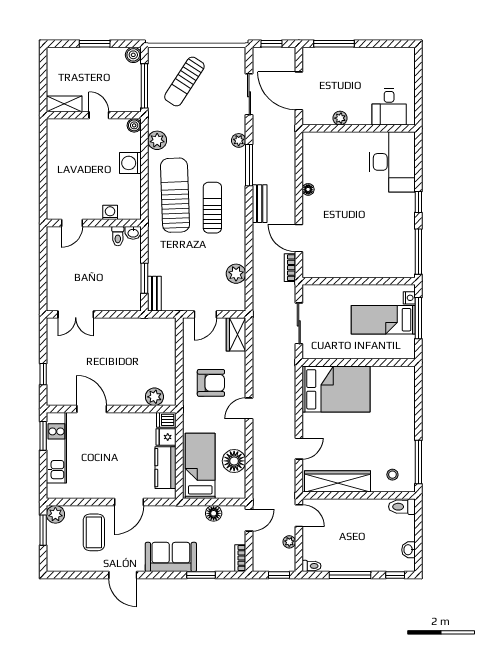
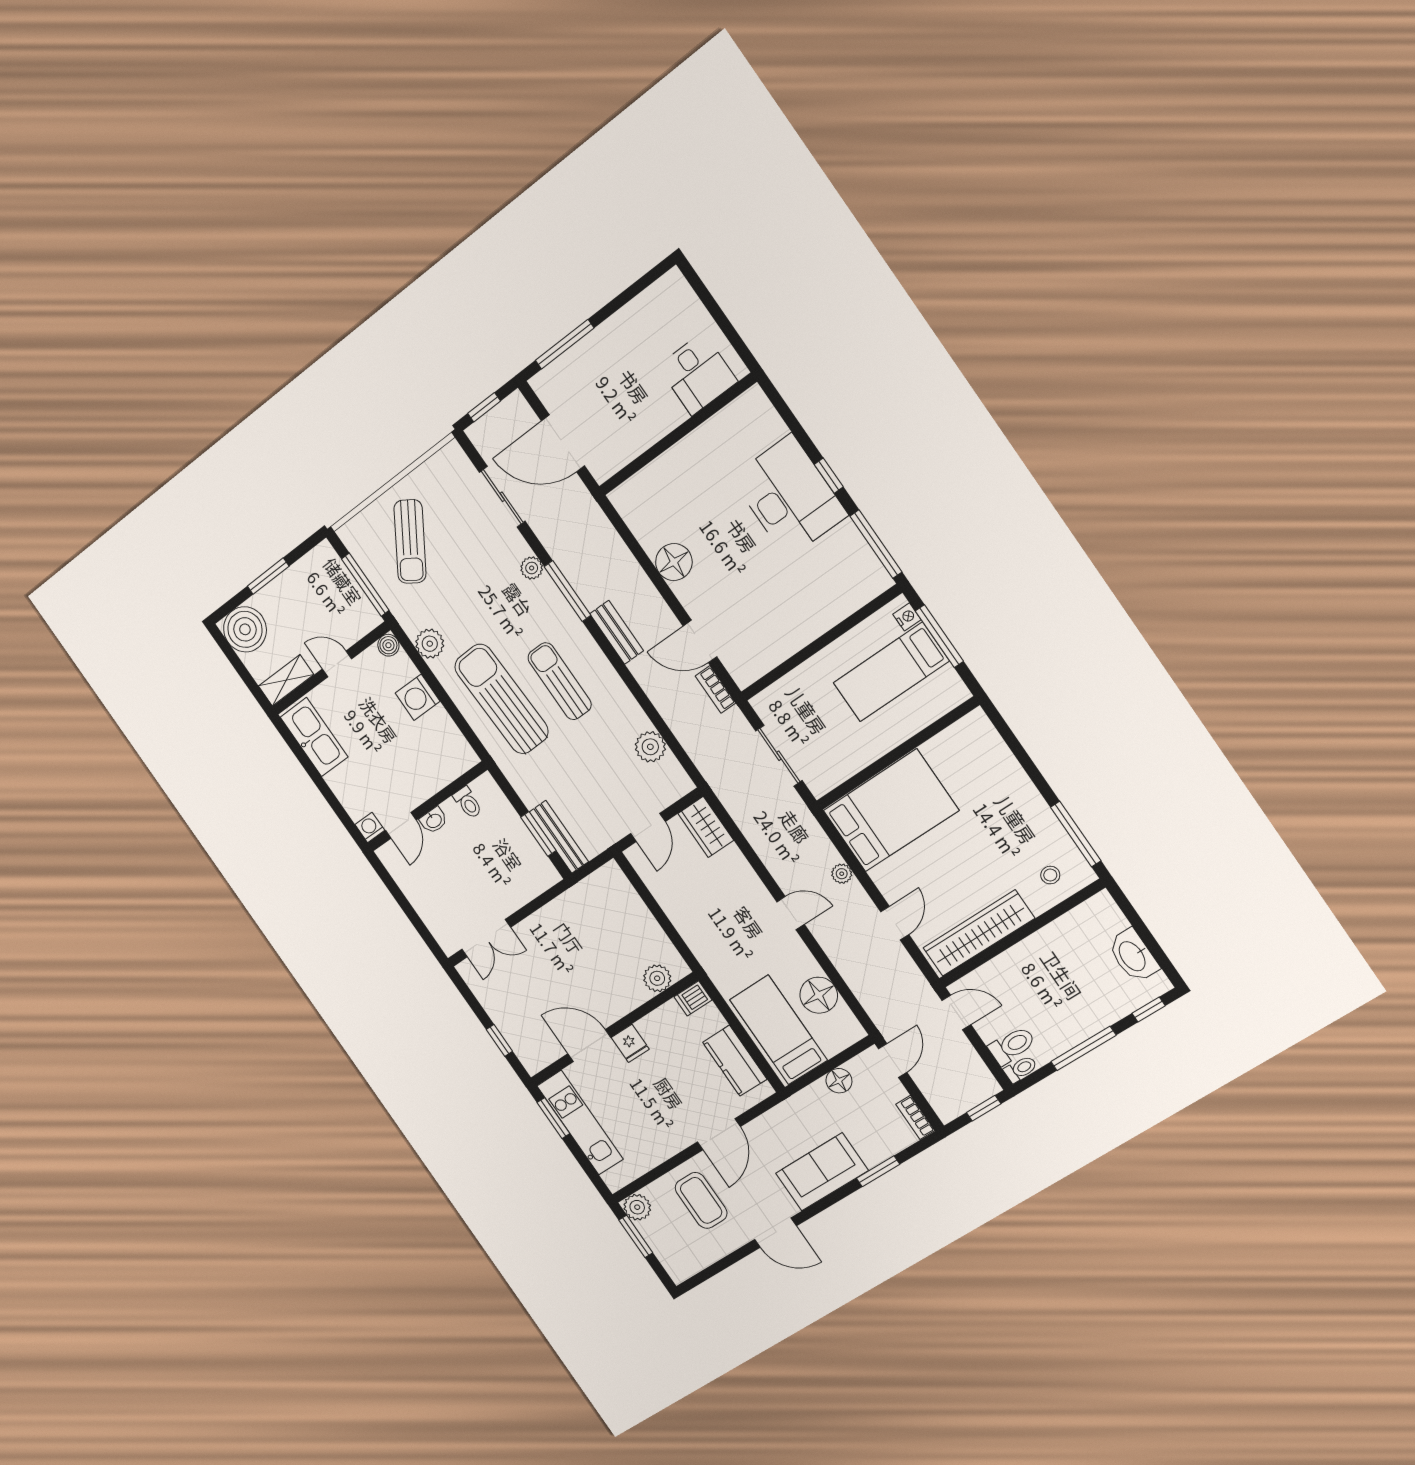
boiler: (133, 55) -> (245, 629), moved, width x1.86, depth x1.86
plant: (340, 118) -> (643, 439), removed
kitchen sink: (58, 144) -> (314, 737), added
desk: (392, 162) -> (789, 496), moved
floor lamp: (308, 189) -> (674, 562), width x1.89, depth x1.89
washing machine: (110, 212) -> (370, 827), moved
washbasin: (133, 233) -> (434, 820), moved
bench: (154, 294) -> (559, 837), width x1.36
armchair: (211, 383) -> (717, 912), removed
door: (249, 408) -> (791, 913), swing flipped
fridge: (166, 437) -> (630, 1043), moved, turned -90
toilet: (402, 507) -> (1012, 1046), moved, turned 180
plant: (289, 542) -> (842, 874), moved
washbasin: (408, 550) -> (1133, 956), width x1.91, depth x1.45

